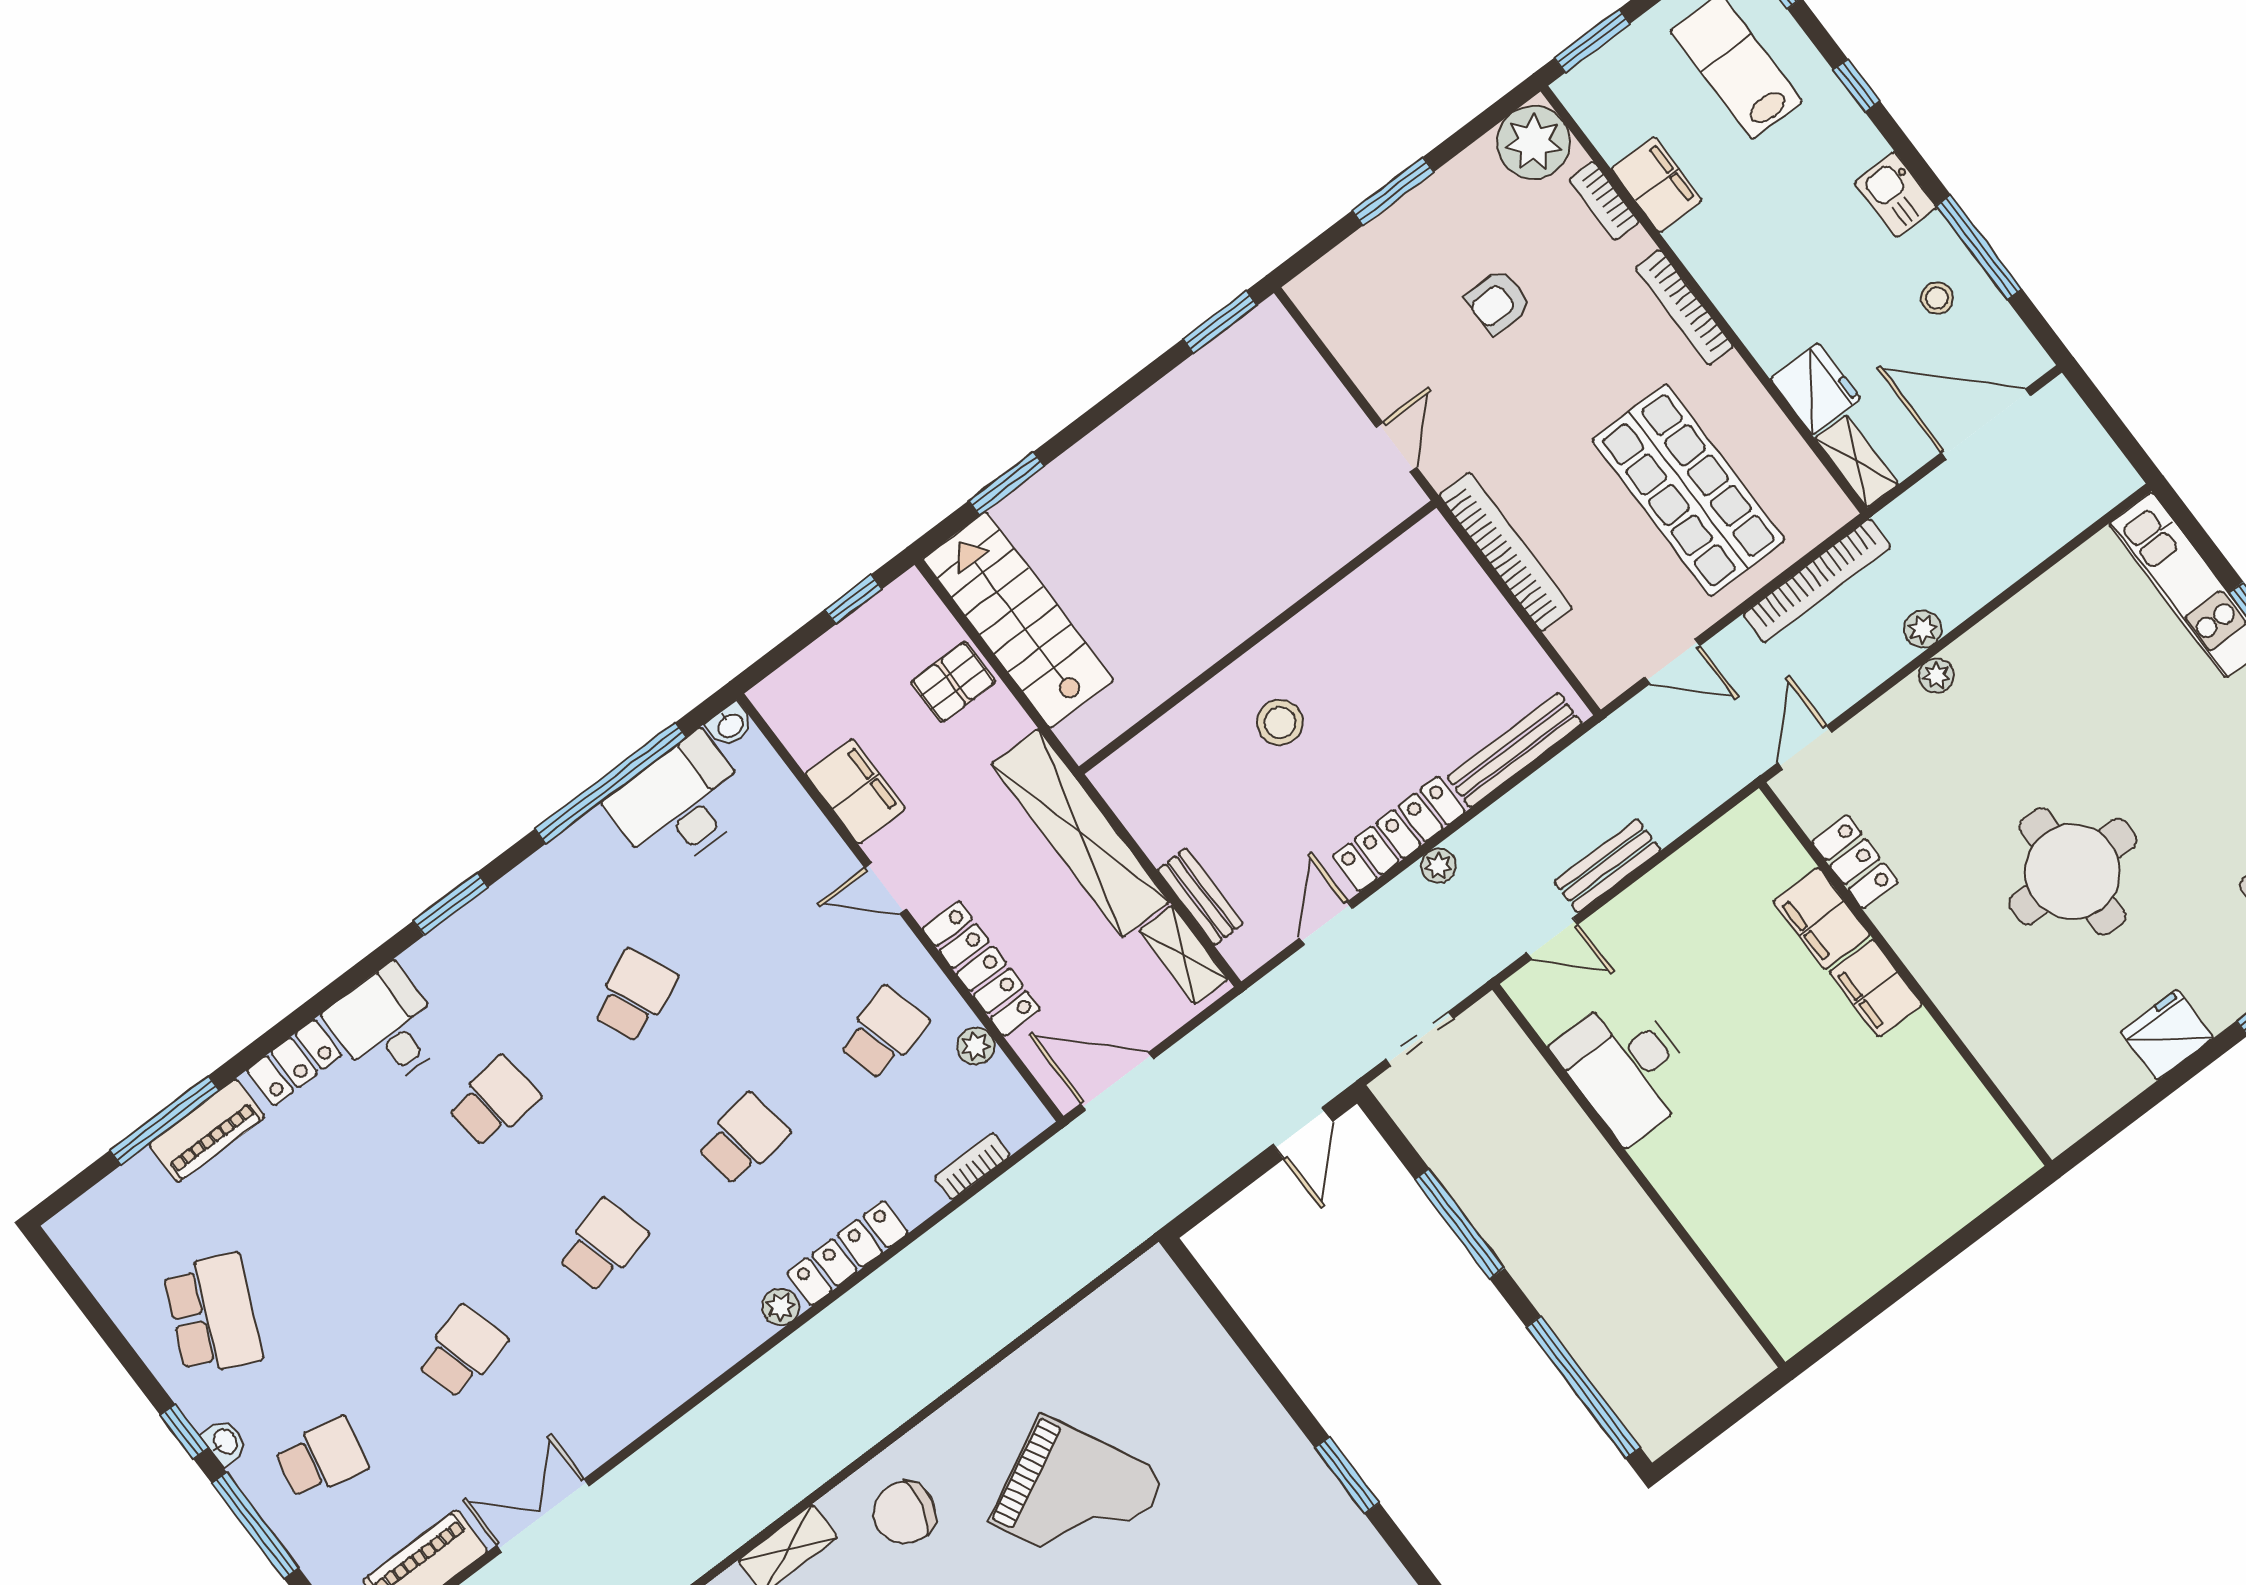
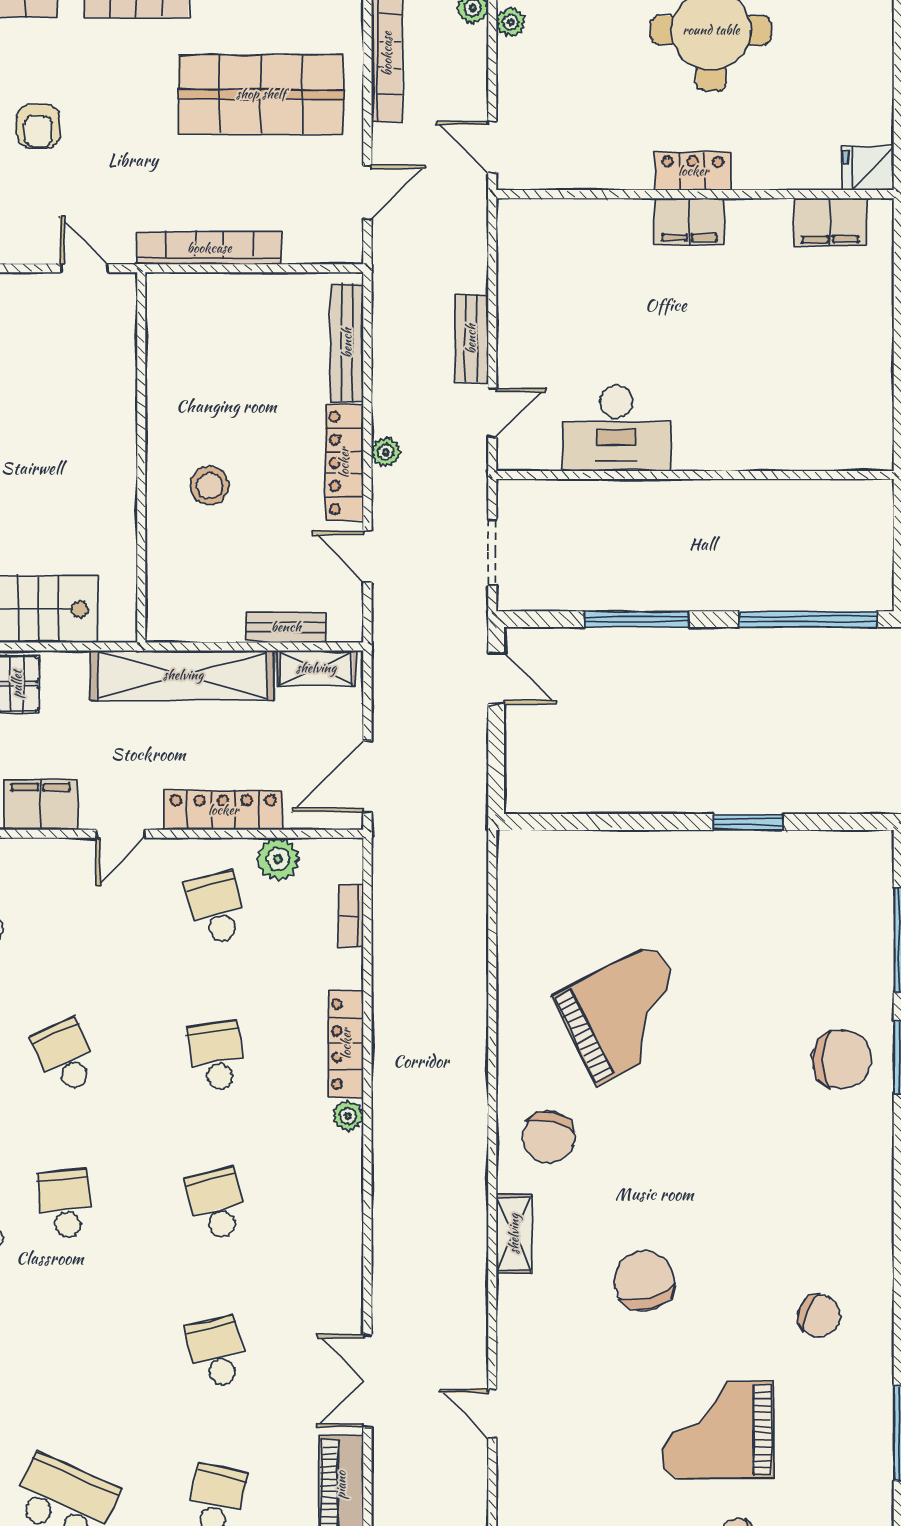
locker: (1855, 862) -> (693, 171), moved
filing cabinet: (1822, 919) -> (830, 222), moved
fridge: (2167, 1035) -> (868, 169), moved, width x0.72
plant: (976, 1046) -> (278, 859), width x1.38, depth x1.38

